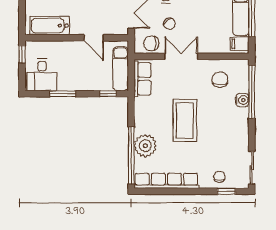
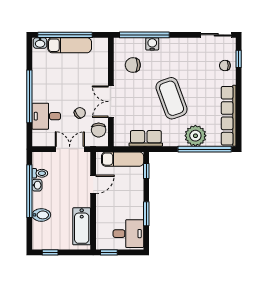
filing cabinet: (240, 44) -> (99, 46), removed
row of seats: (142, 79) -> (146, 138), moved
coffee table: (185, 120) -> (172, 98), turned 70

